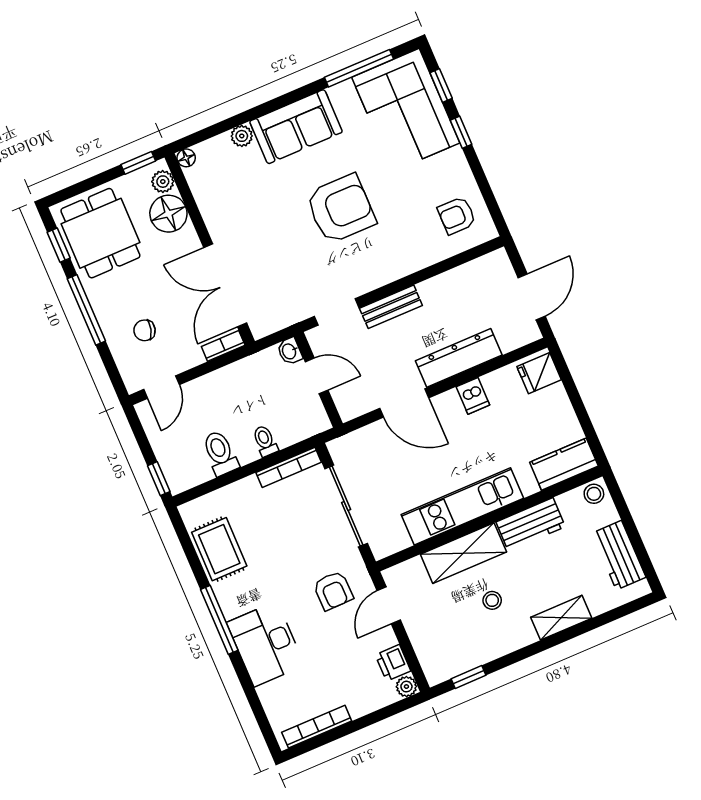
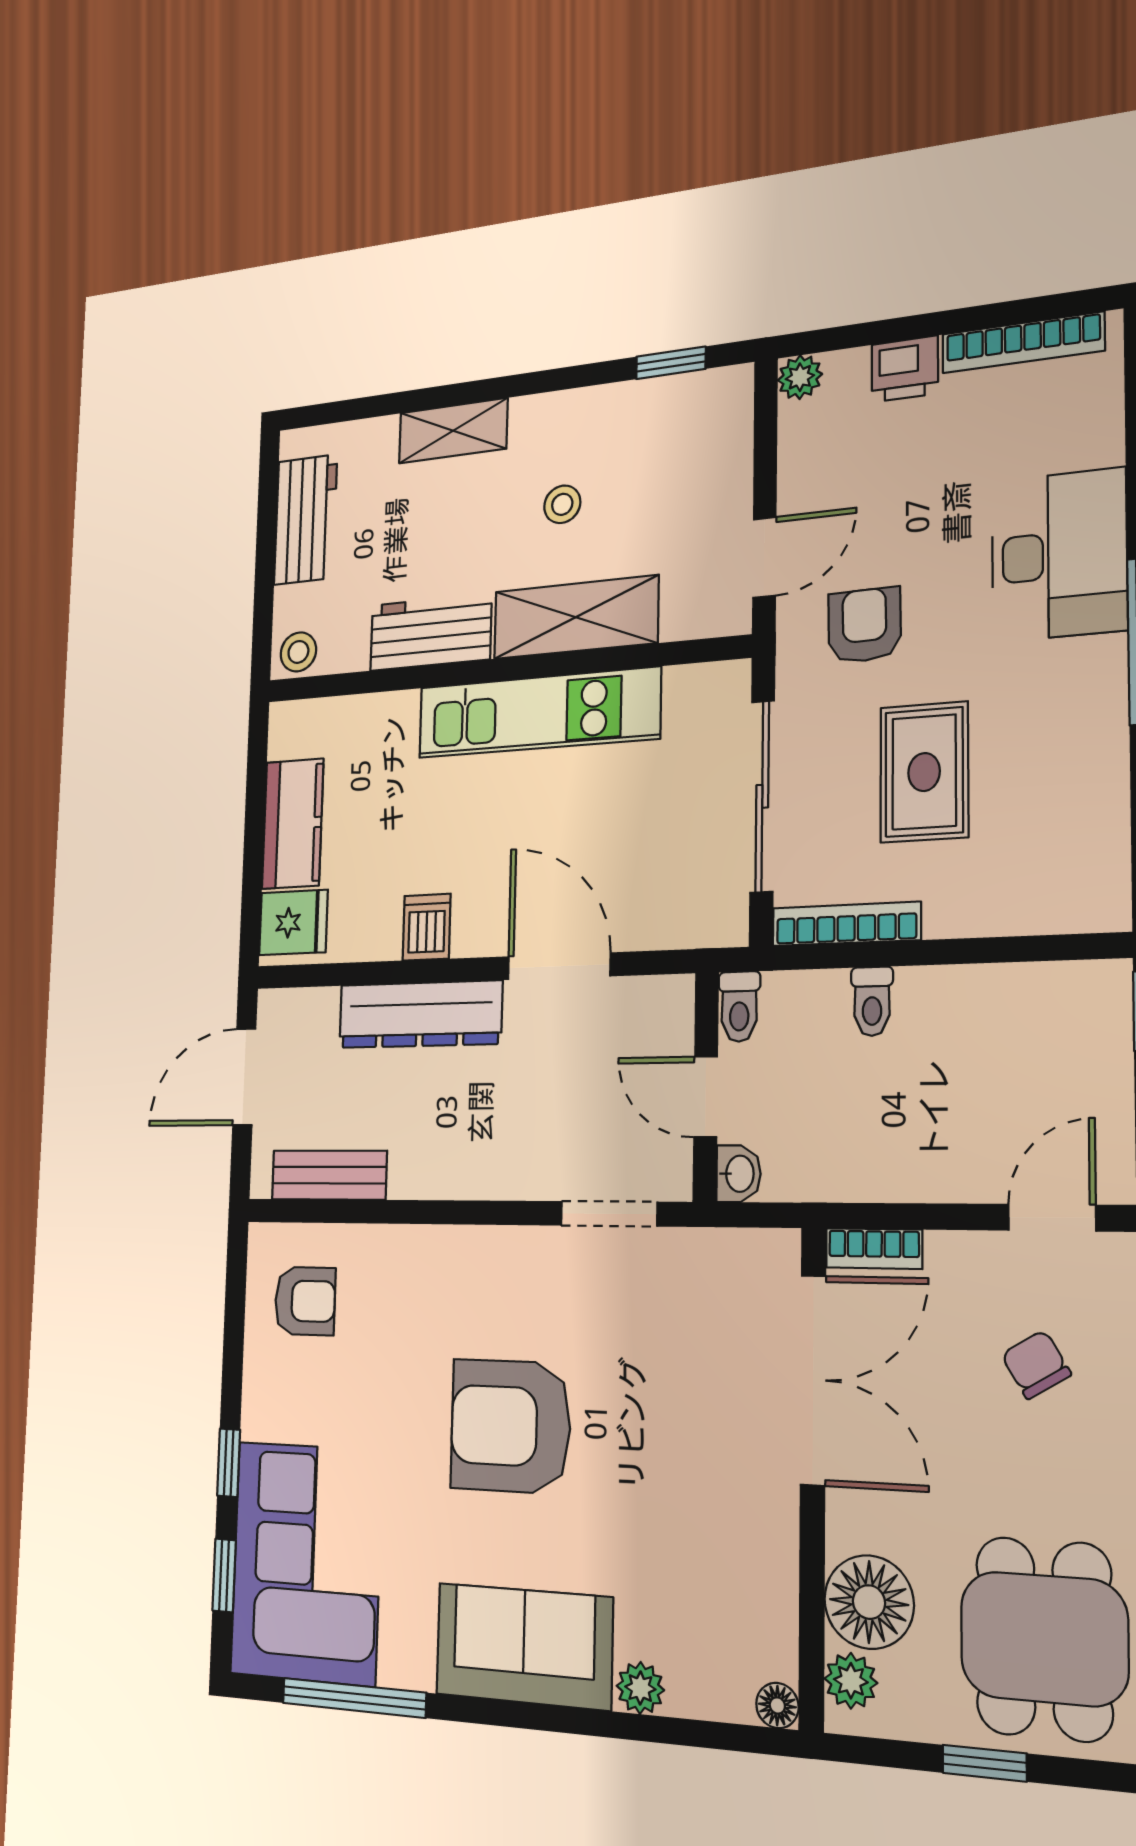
window: (138, 163) -> (985, 1763), moved
bench: (391, 307) -> (329, 1175), moved
chair: (145, 330) -> (1036, 1365), turned -136
toilet: (220, 453) -> (739, 1007), moved, width x0.73, depth x0.72
kitchen counter: (564, 464) -> (293, 824), moved, turned -90
rug: (219, 549) -> (924, 772), moved
printer: (393, 663) -> (905, 369), moved, turned 90

